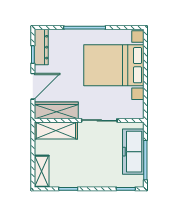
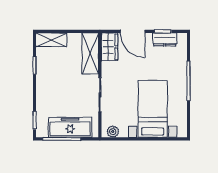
dresser: (41, 47) -> (165, 40), width x0.70
bed with nightstands: (114, 65) -> (153, 109), width x0.73
plant: (138, 107) -> (113, 132), added
wardrobe: (56, 110) -> (109, 47), width x0.67

